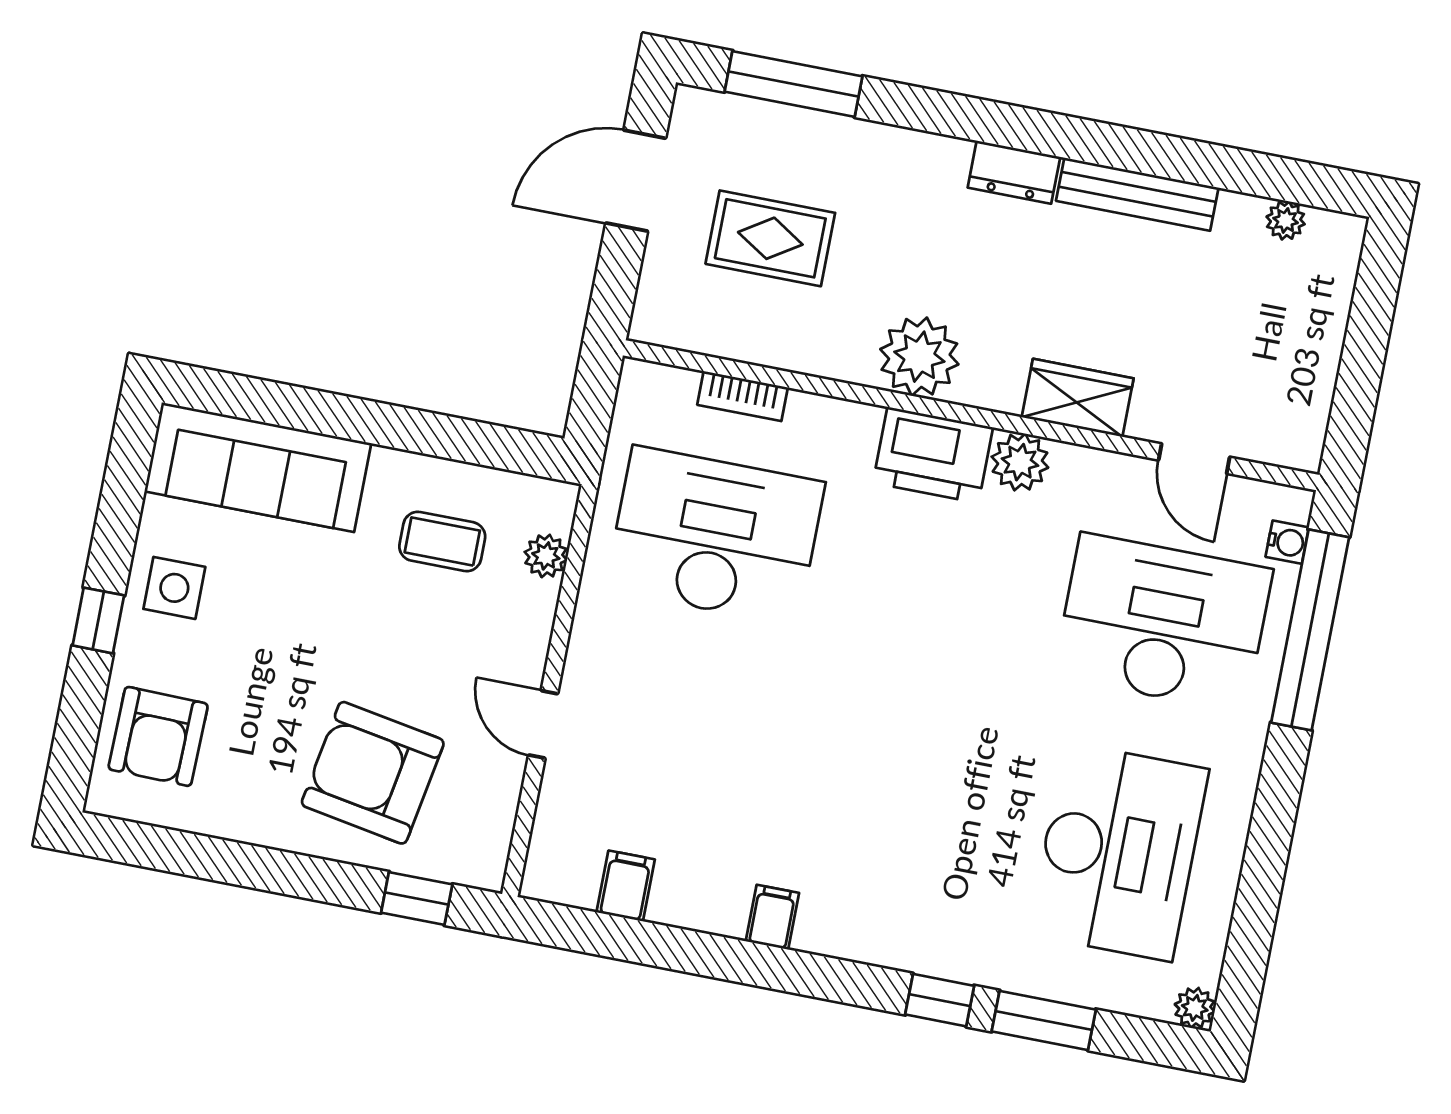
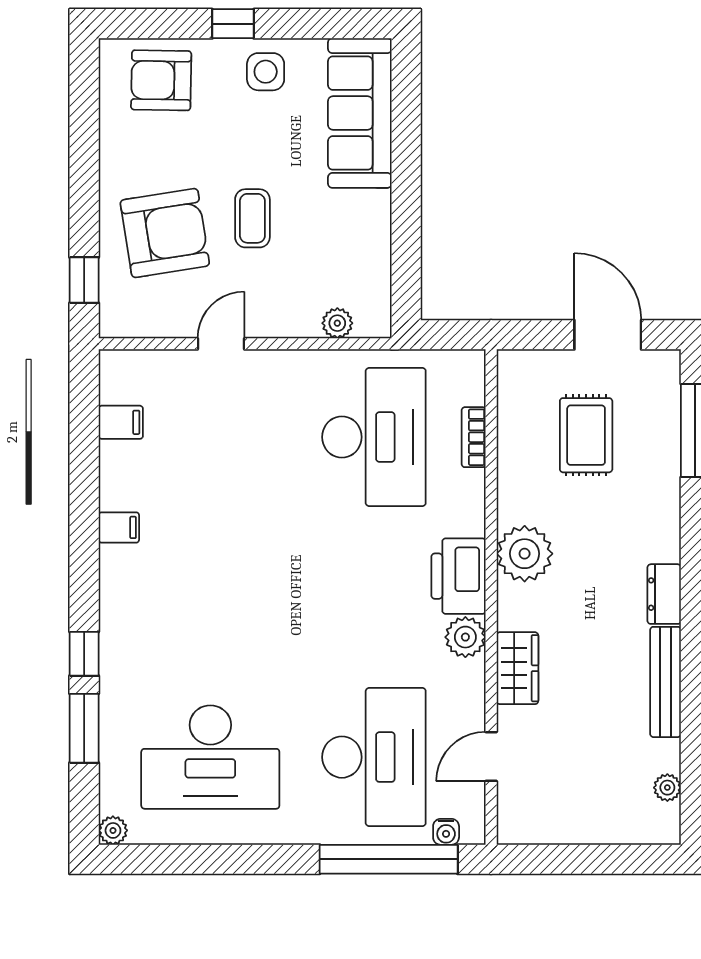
coffee table: (442, 541) -> (252, 218), moved
armchair: (373, 773) -> (165, 233), turned 71

